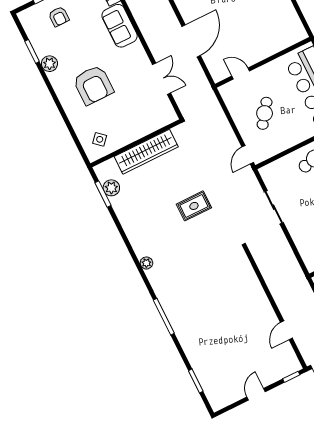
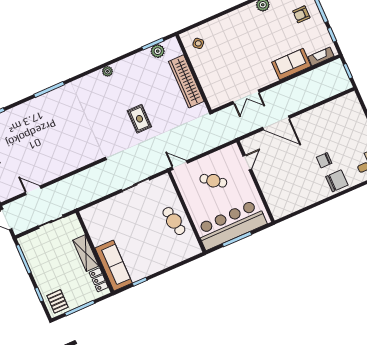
armchair: (93, 85) -> (243, 40), removed
plant: (146, 263) -> (107, 71), moved

